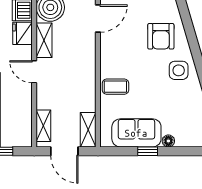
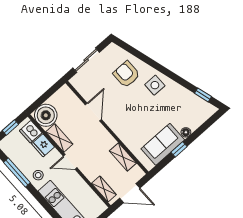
door: (98, 18) -> (93, 112), moved
armchair: (161, 36) -> (126, 74), turned 180
coffee table: (115, 87) -> (126, 128), removed
shelving: (88, 130) -> (123, 157), moved

